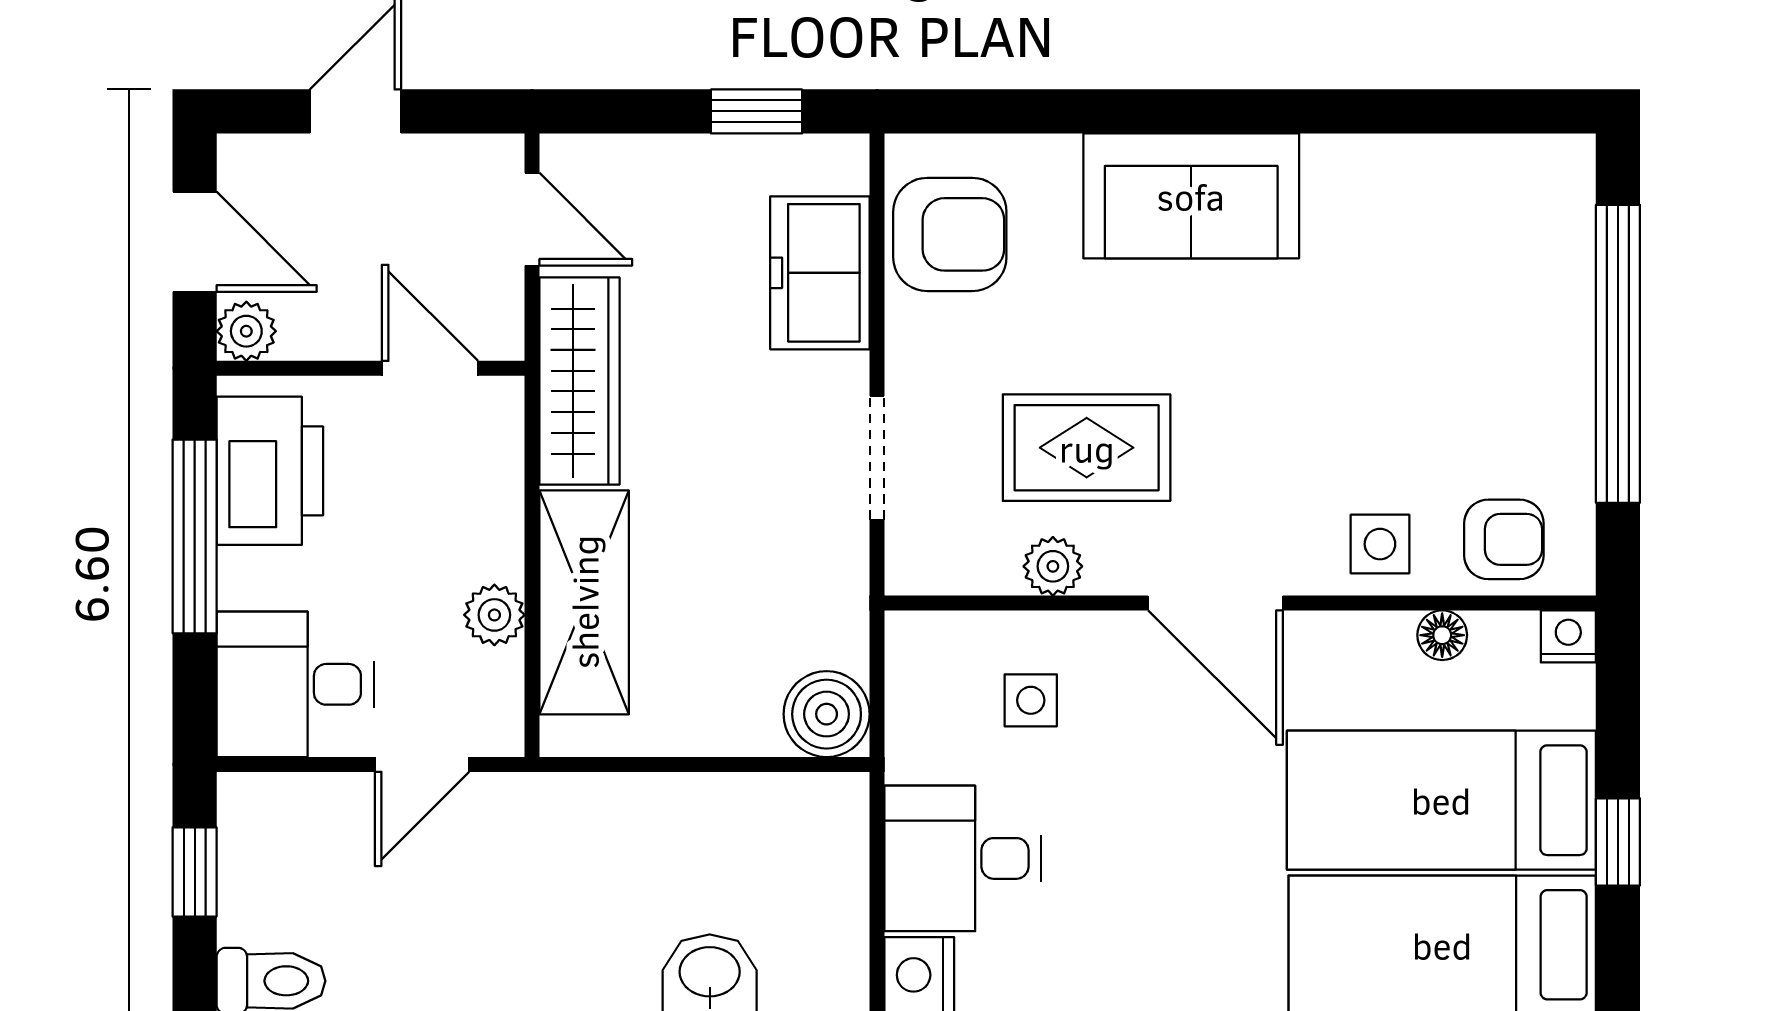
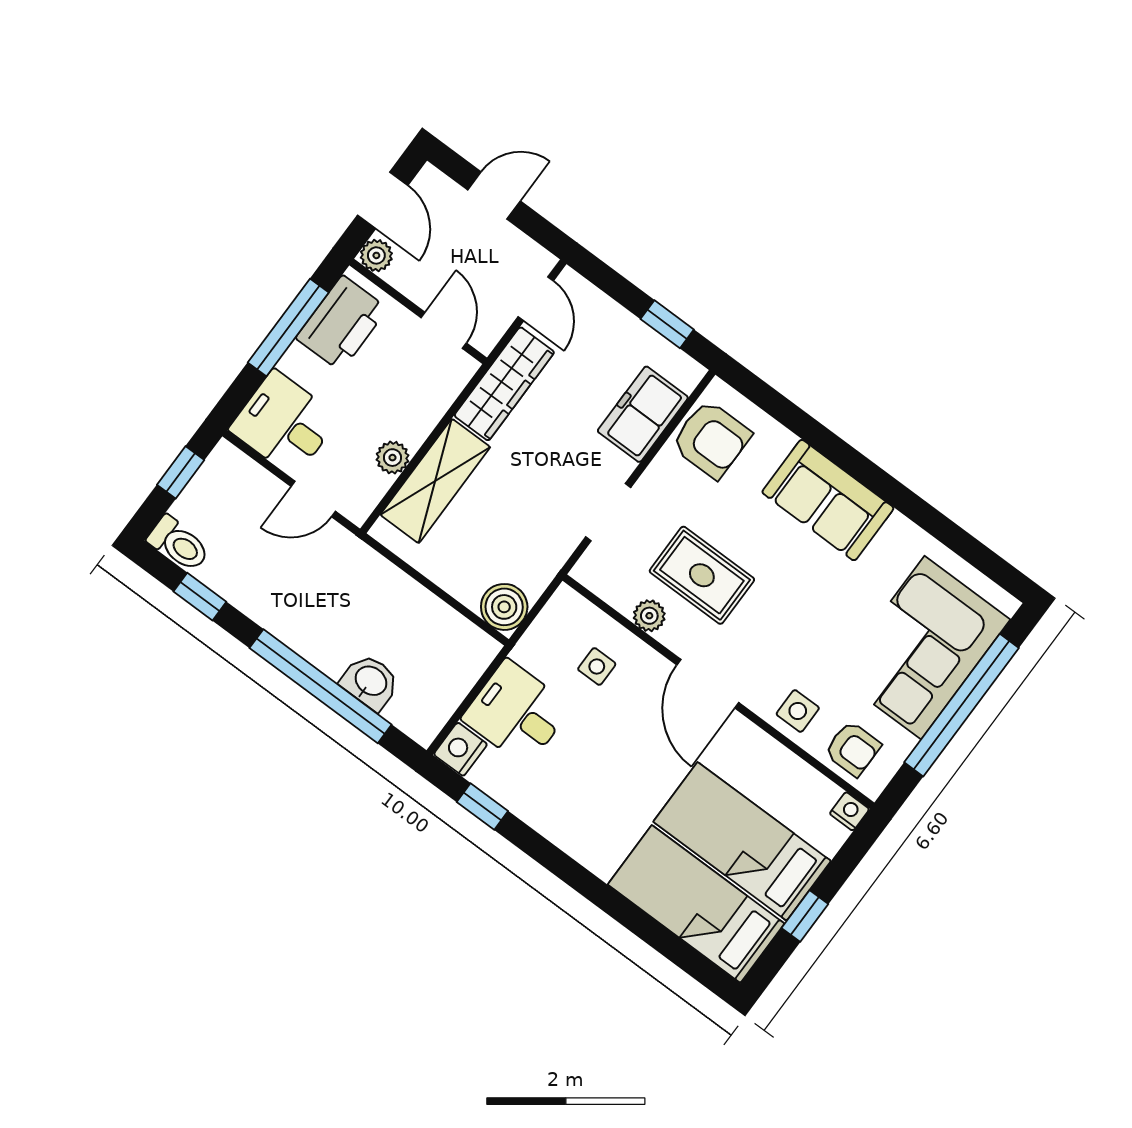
corner sofa: (1497, 311) -> (923, 648), added
floor lamp: (1442, 635) -> (795, 770), removed

